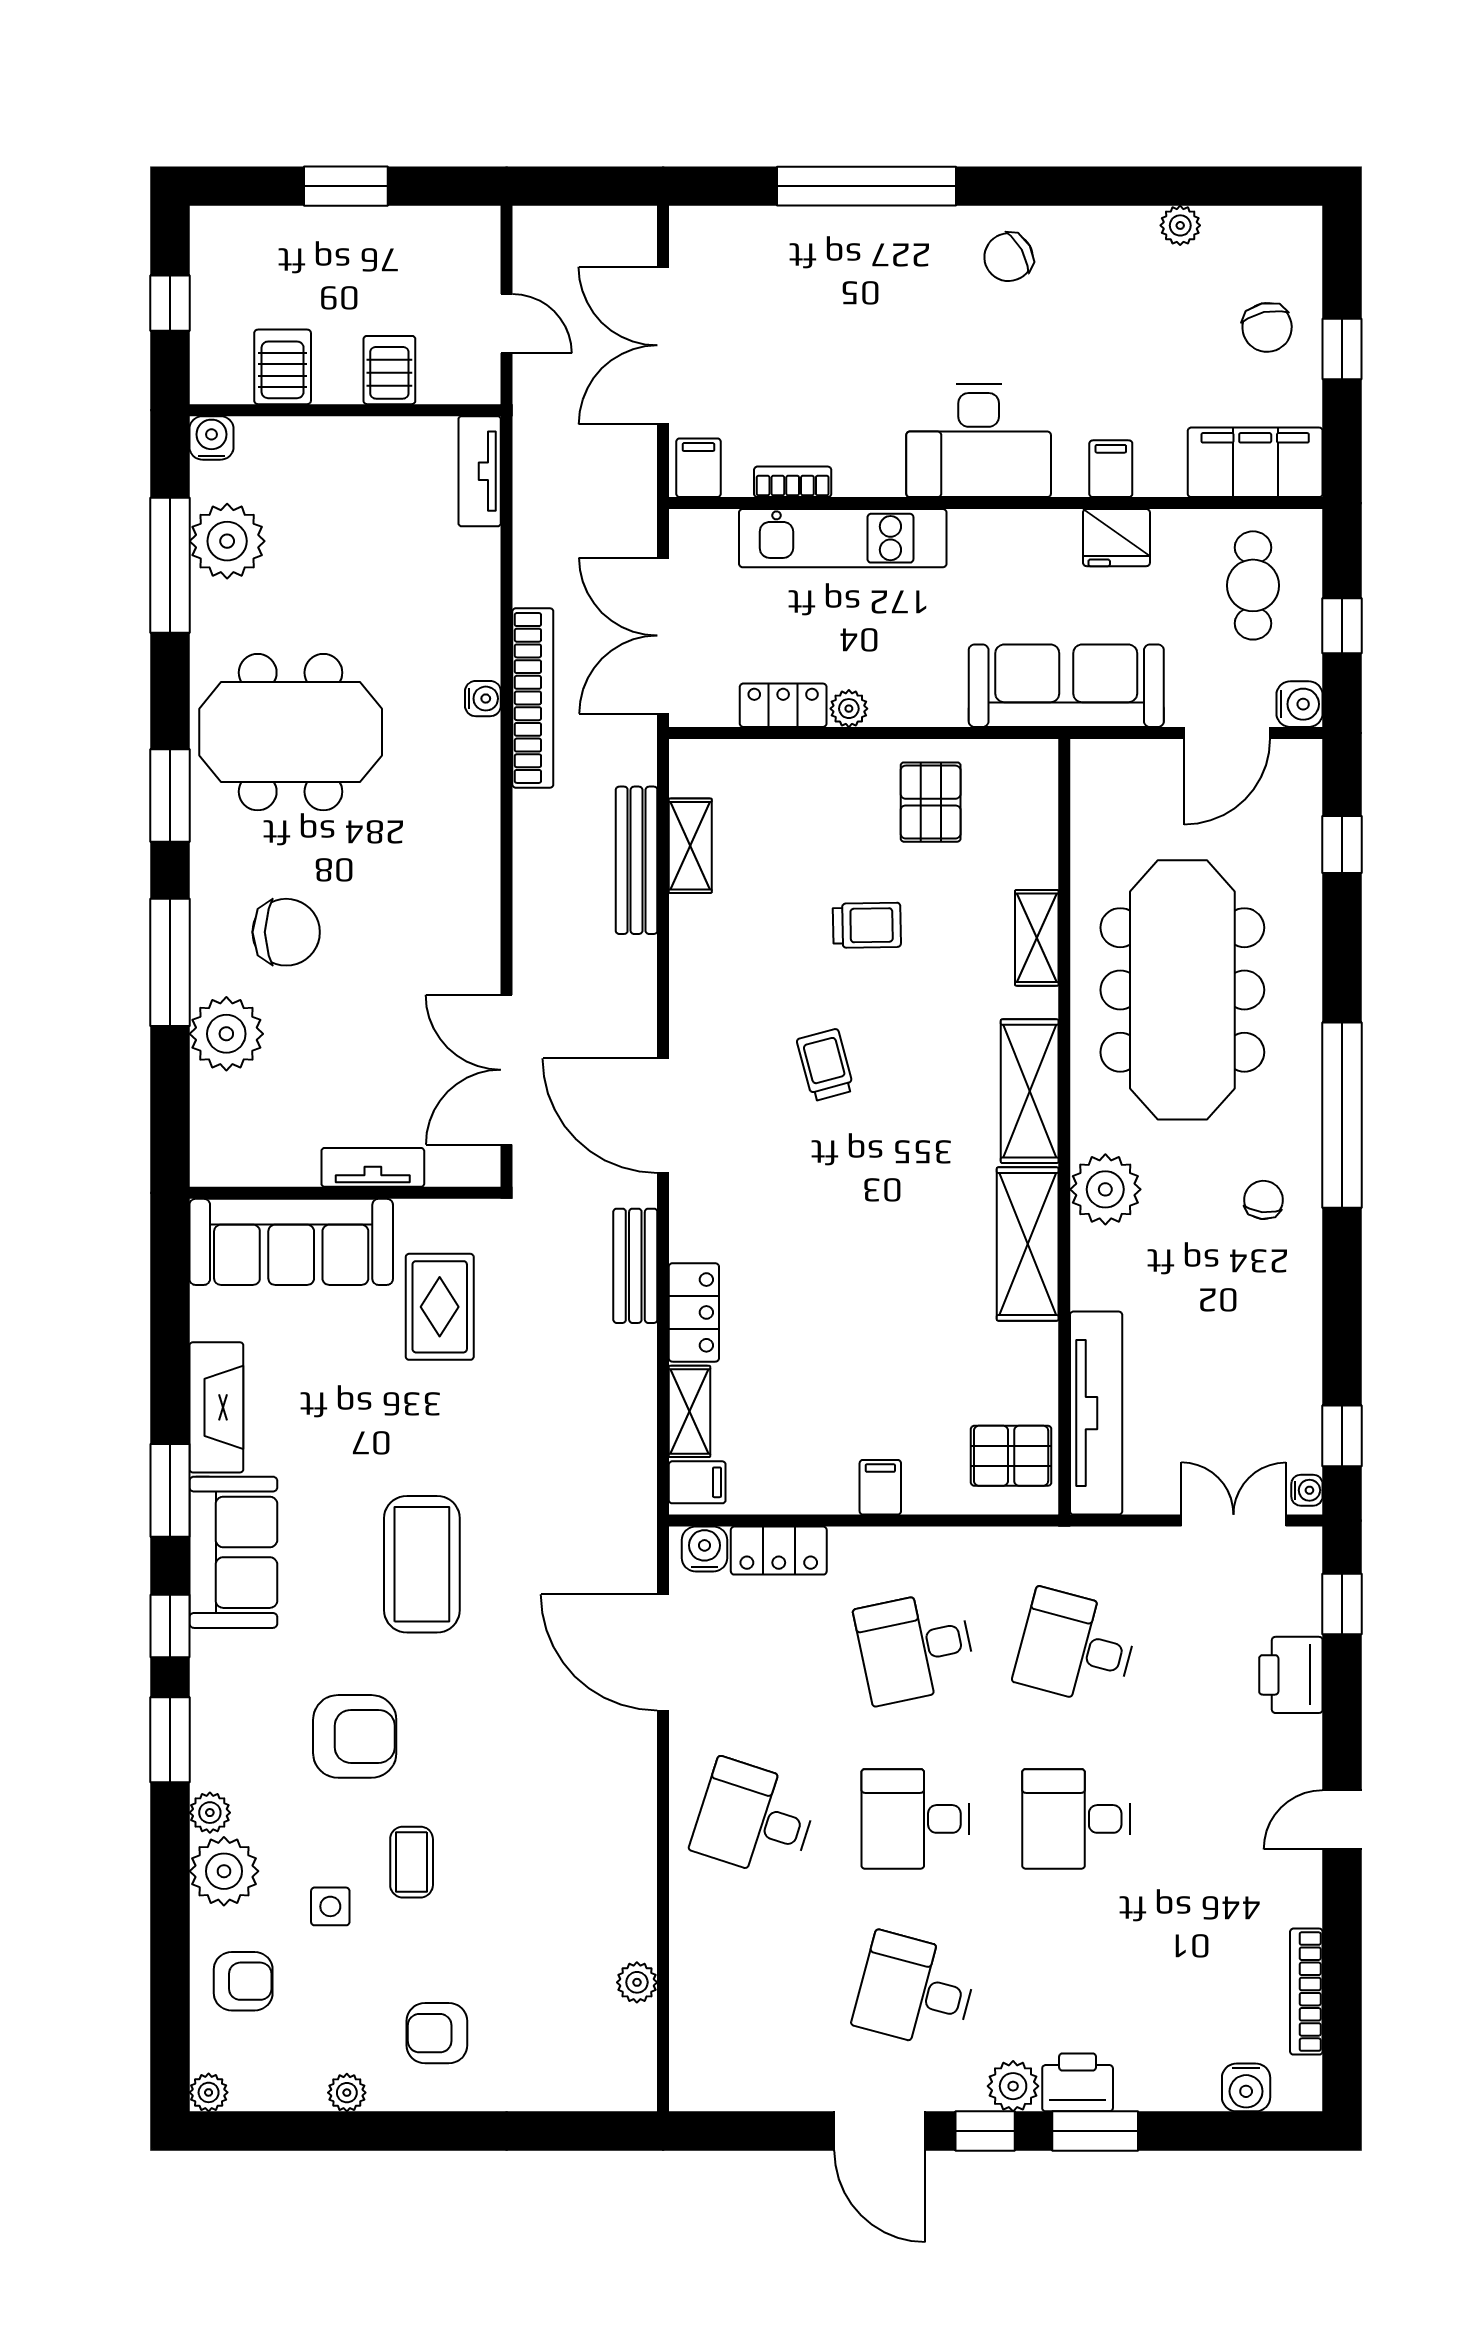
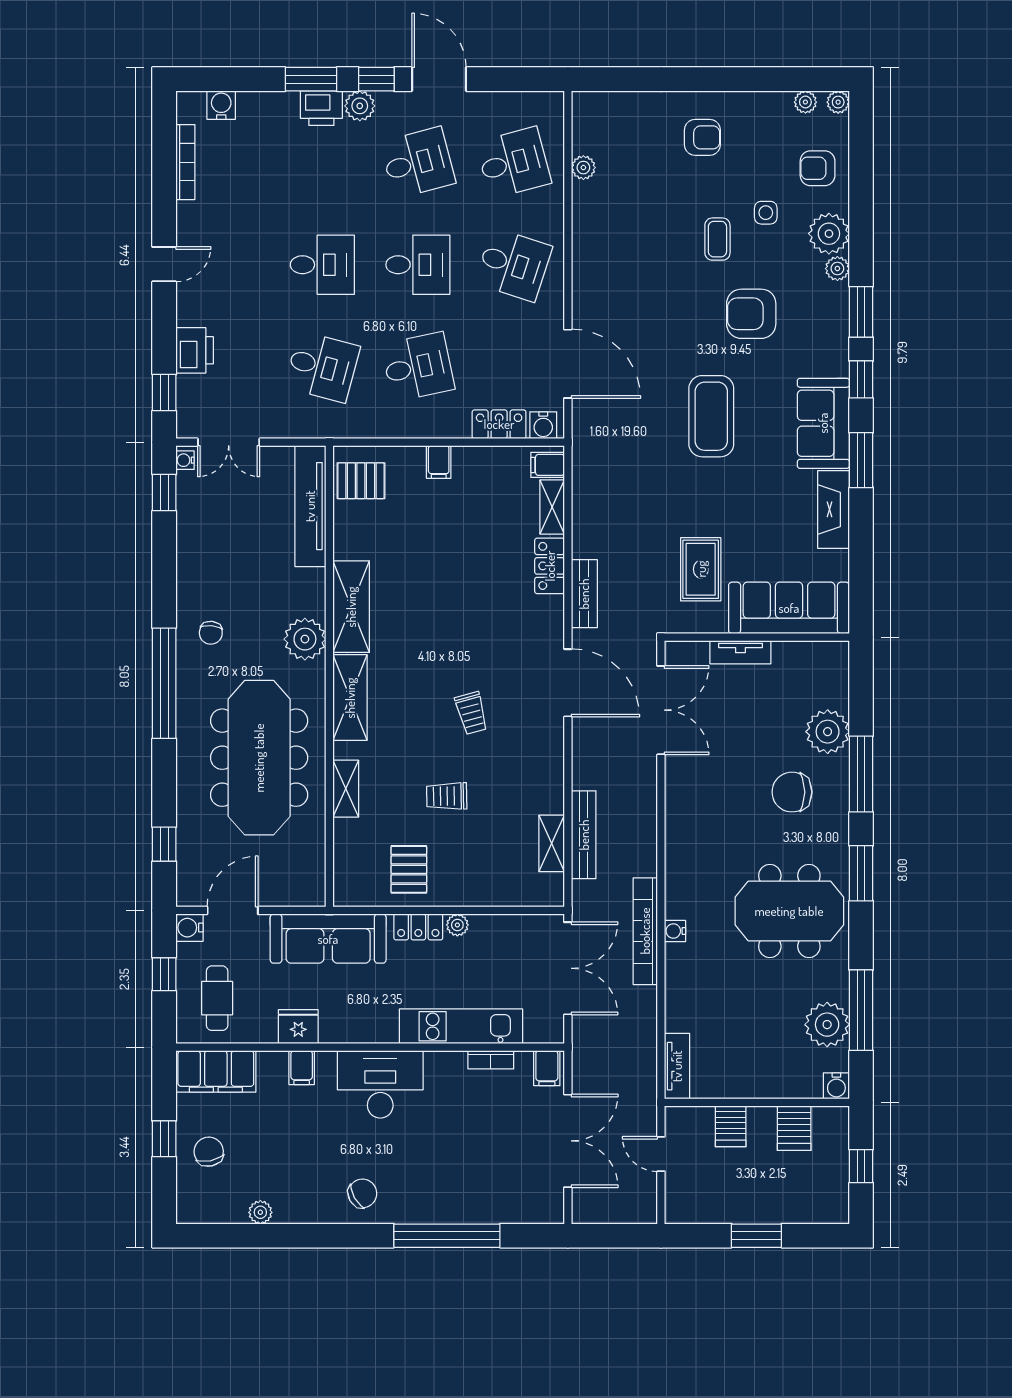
locker: (783, 705) -> (418, 927), moved
desk: (755, 1991) -> (513, 163), added
desk: (915, 1991) -> (418, 163), turned -30
plant: (347, 2093) -> (805, 102), moved

